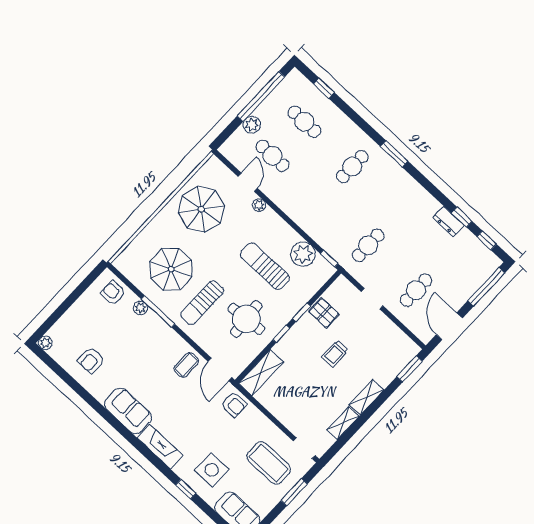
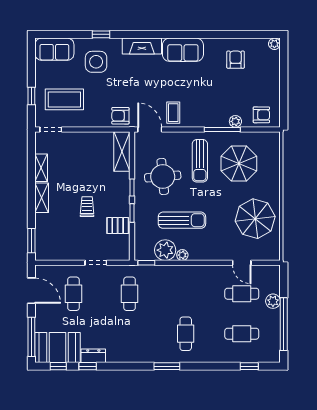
plant: (259, 205) -> (182, 255), moved
booth: (472, 257) -> (58, 348), added
sun lounger: (202, 303) -> (200, 161), turned 180
window: (294, 492) -> (31, 96), width x0.67

